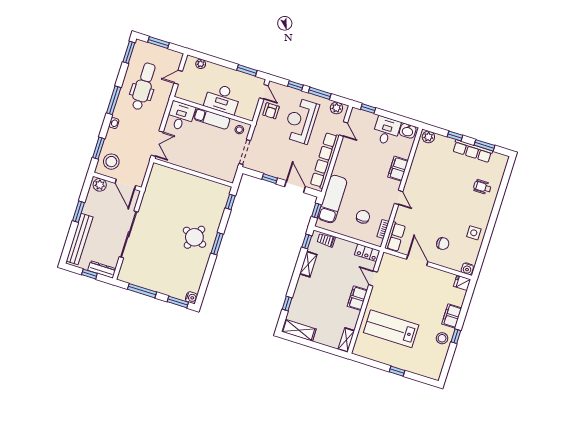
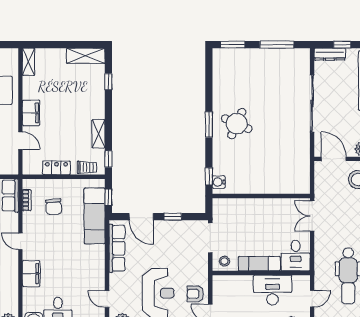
desk: (222, 99) -> (273, 290), moved
armchair: (271, 111) -> (195, 294), turned -90
row of seats: (325, 160) -> (117, 248), width x0.73
locker: (367, 253) -> (56, 168), moved
water cooler: (191, 298) -> (219, 182), moved

